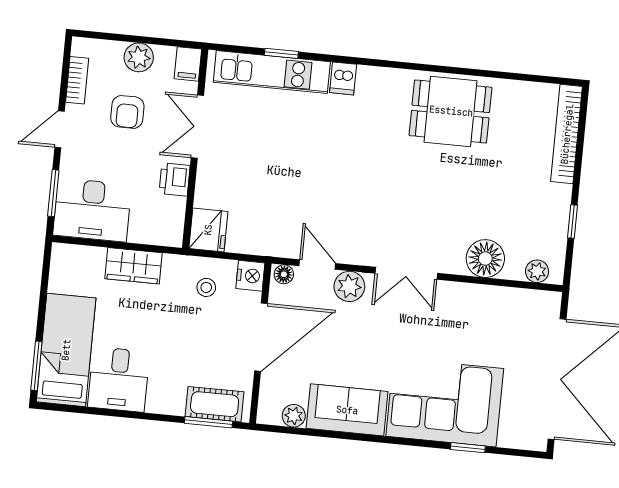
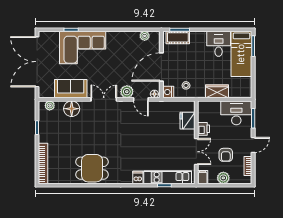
armchair: (127, 112) -> (226, 155), turned 180
fridge: (208, 230) -> (187, 121), moved
sofa: (347, 410) -> (71, 89), moved, turned 180

